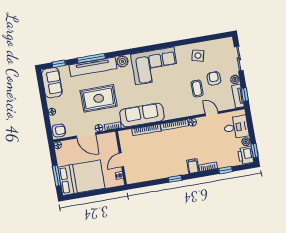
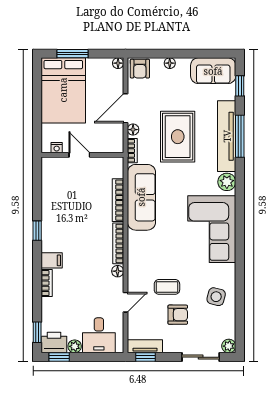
plant: (235, 79) -> (229, 346), moved
window: (225, 170) -> (37, 332), moved

